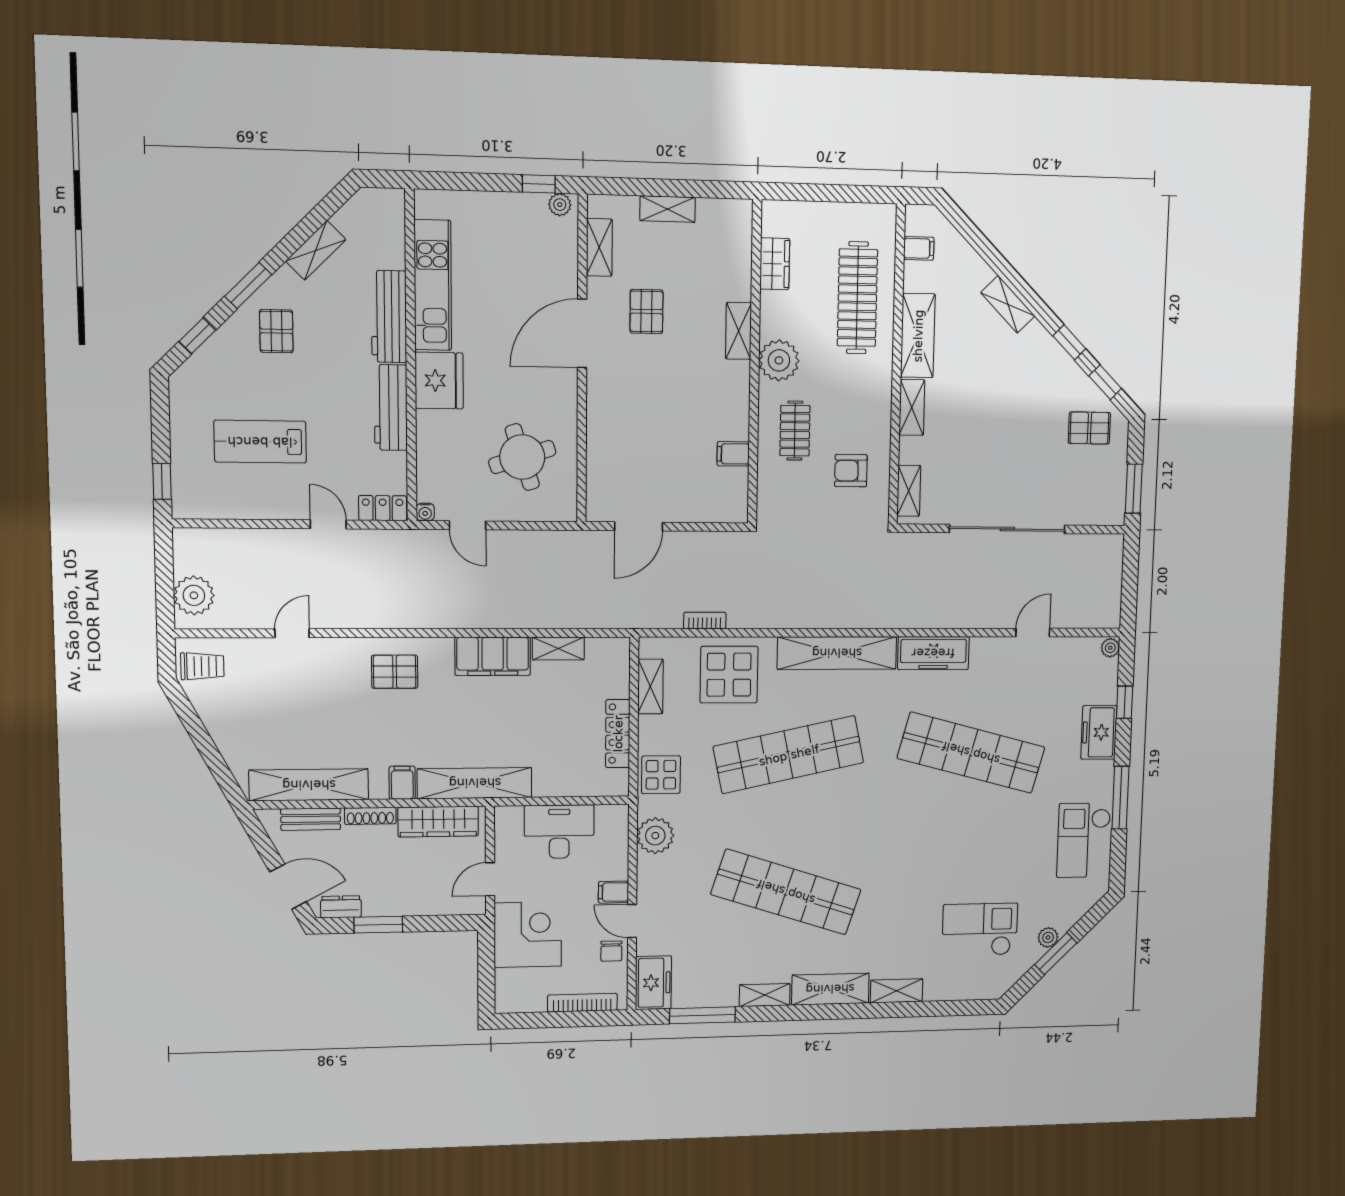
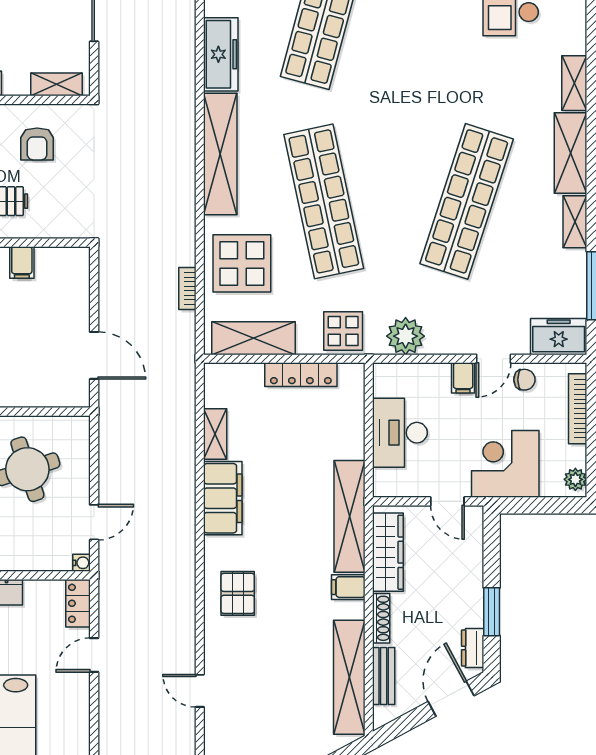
shelving: (650, 686) -> (253, 338), width x1.50, depth x1.33
plant: (512, 1002) -> (575, 479), added

